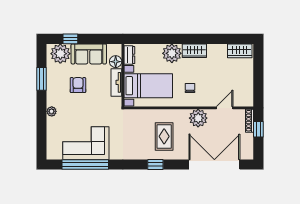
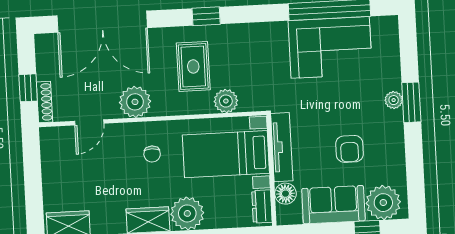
window: (42, 79) -> (411, 102), moved
tv unit: (116, 82) -> (282, 147), width x1.41
plant: (147, 116) -> (226, 101), added

